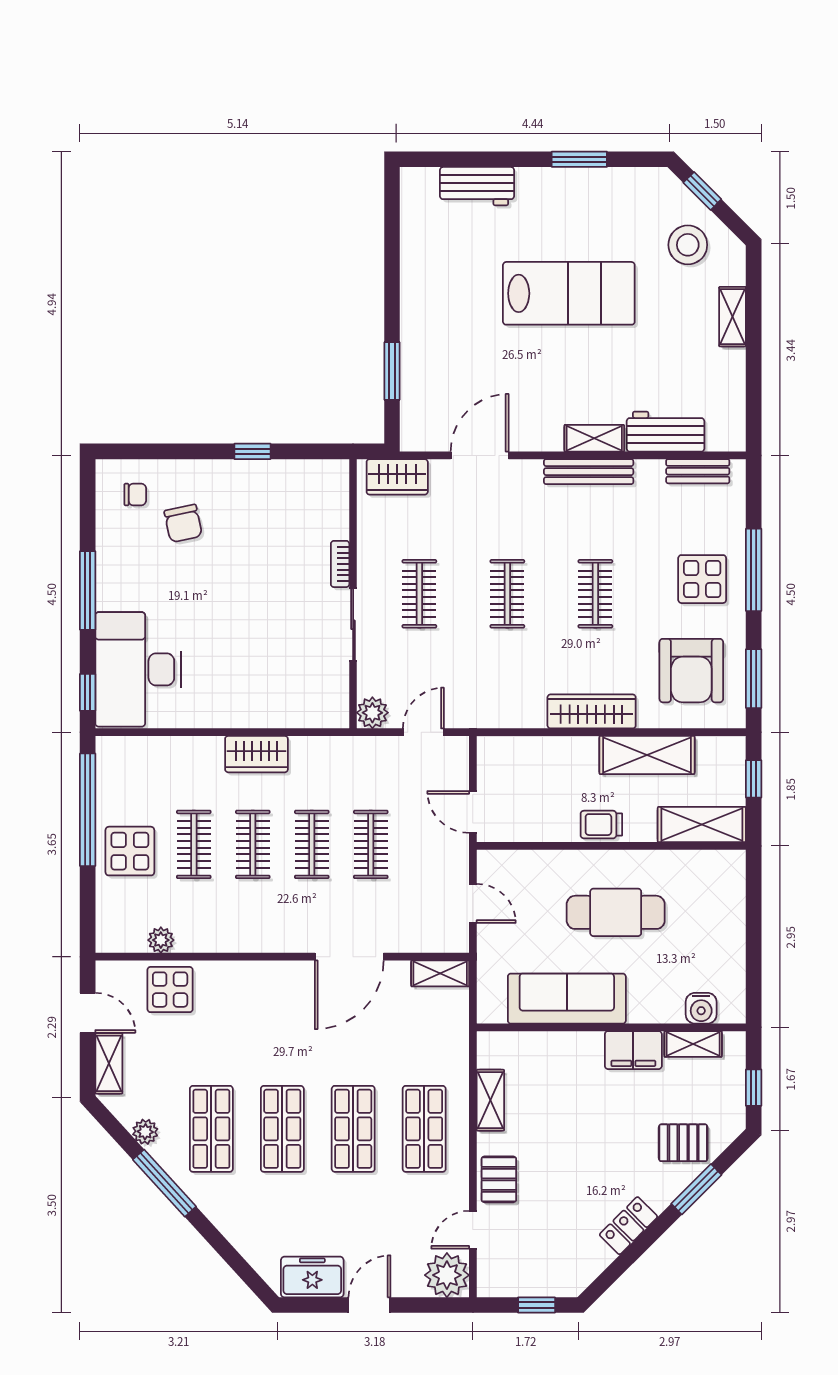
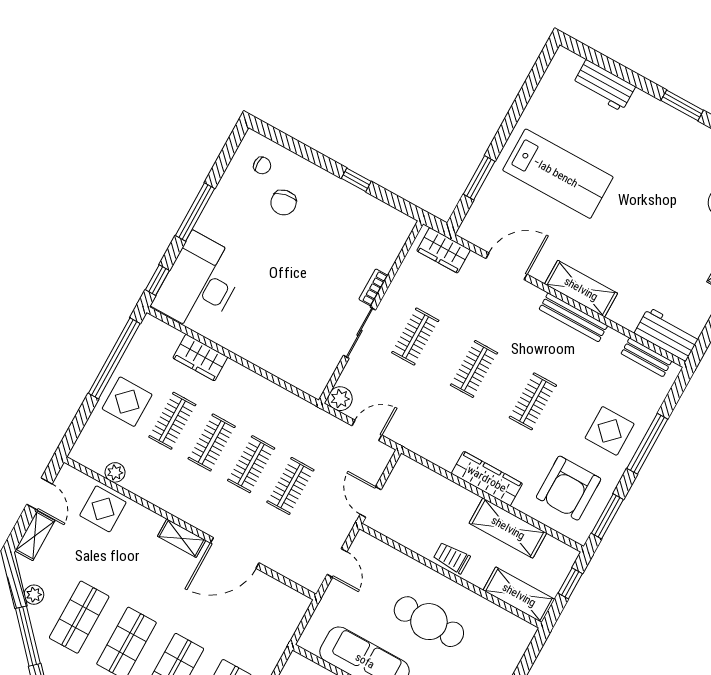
lab bench: (569, 293) -> (558, 174), moved
workbench: (666, 432) -> (667, 334), moved
shelving: (594, 438) -> (581, 289), width x1.50, depth x1.33
wardrobe: (256, 754) -> (200, 358), moved
shelving: (440, 973) -> (182, 538), moved

